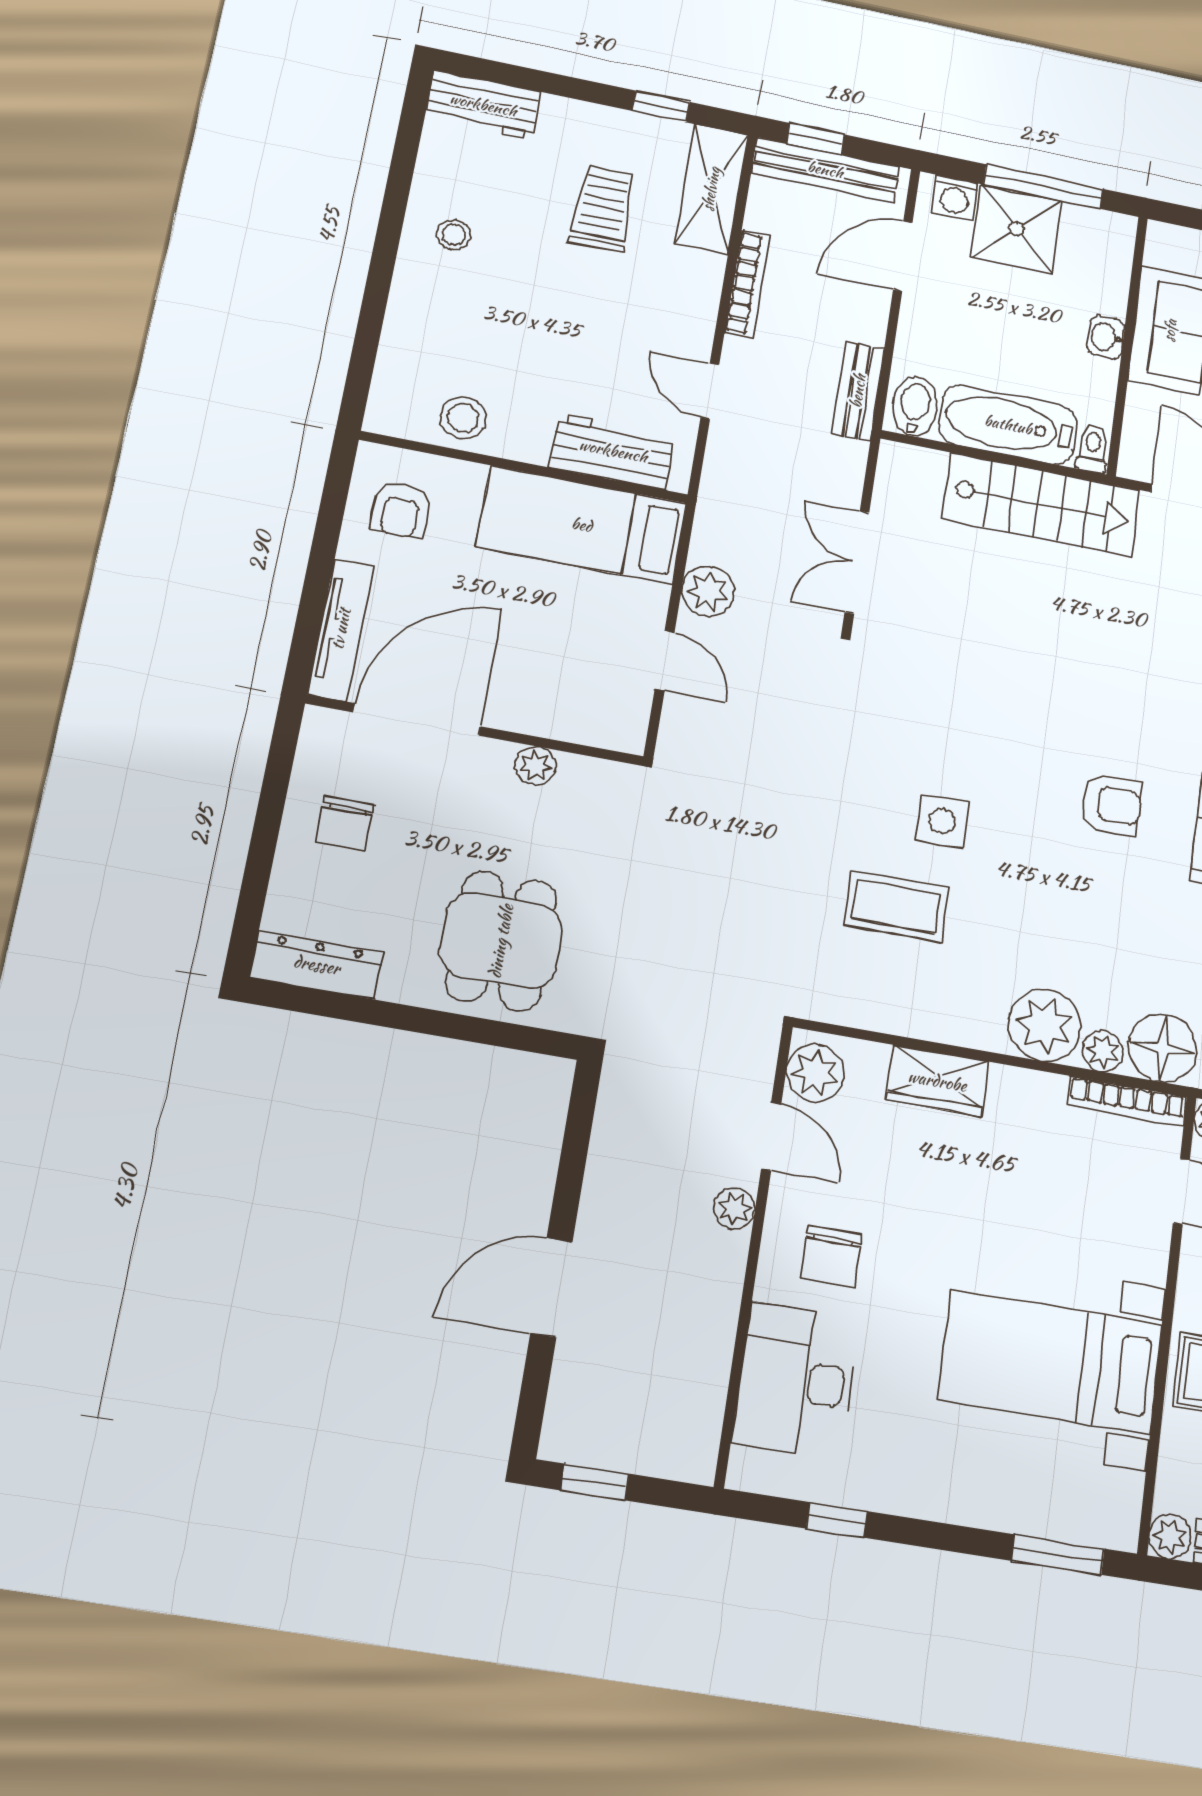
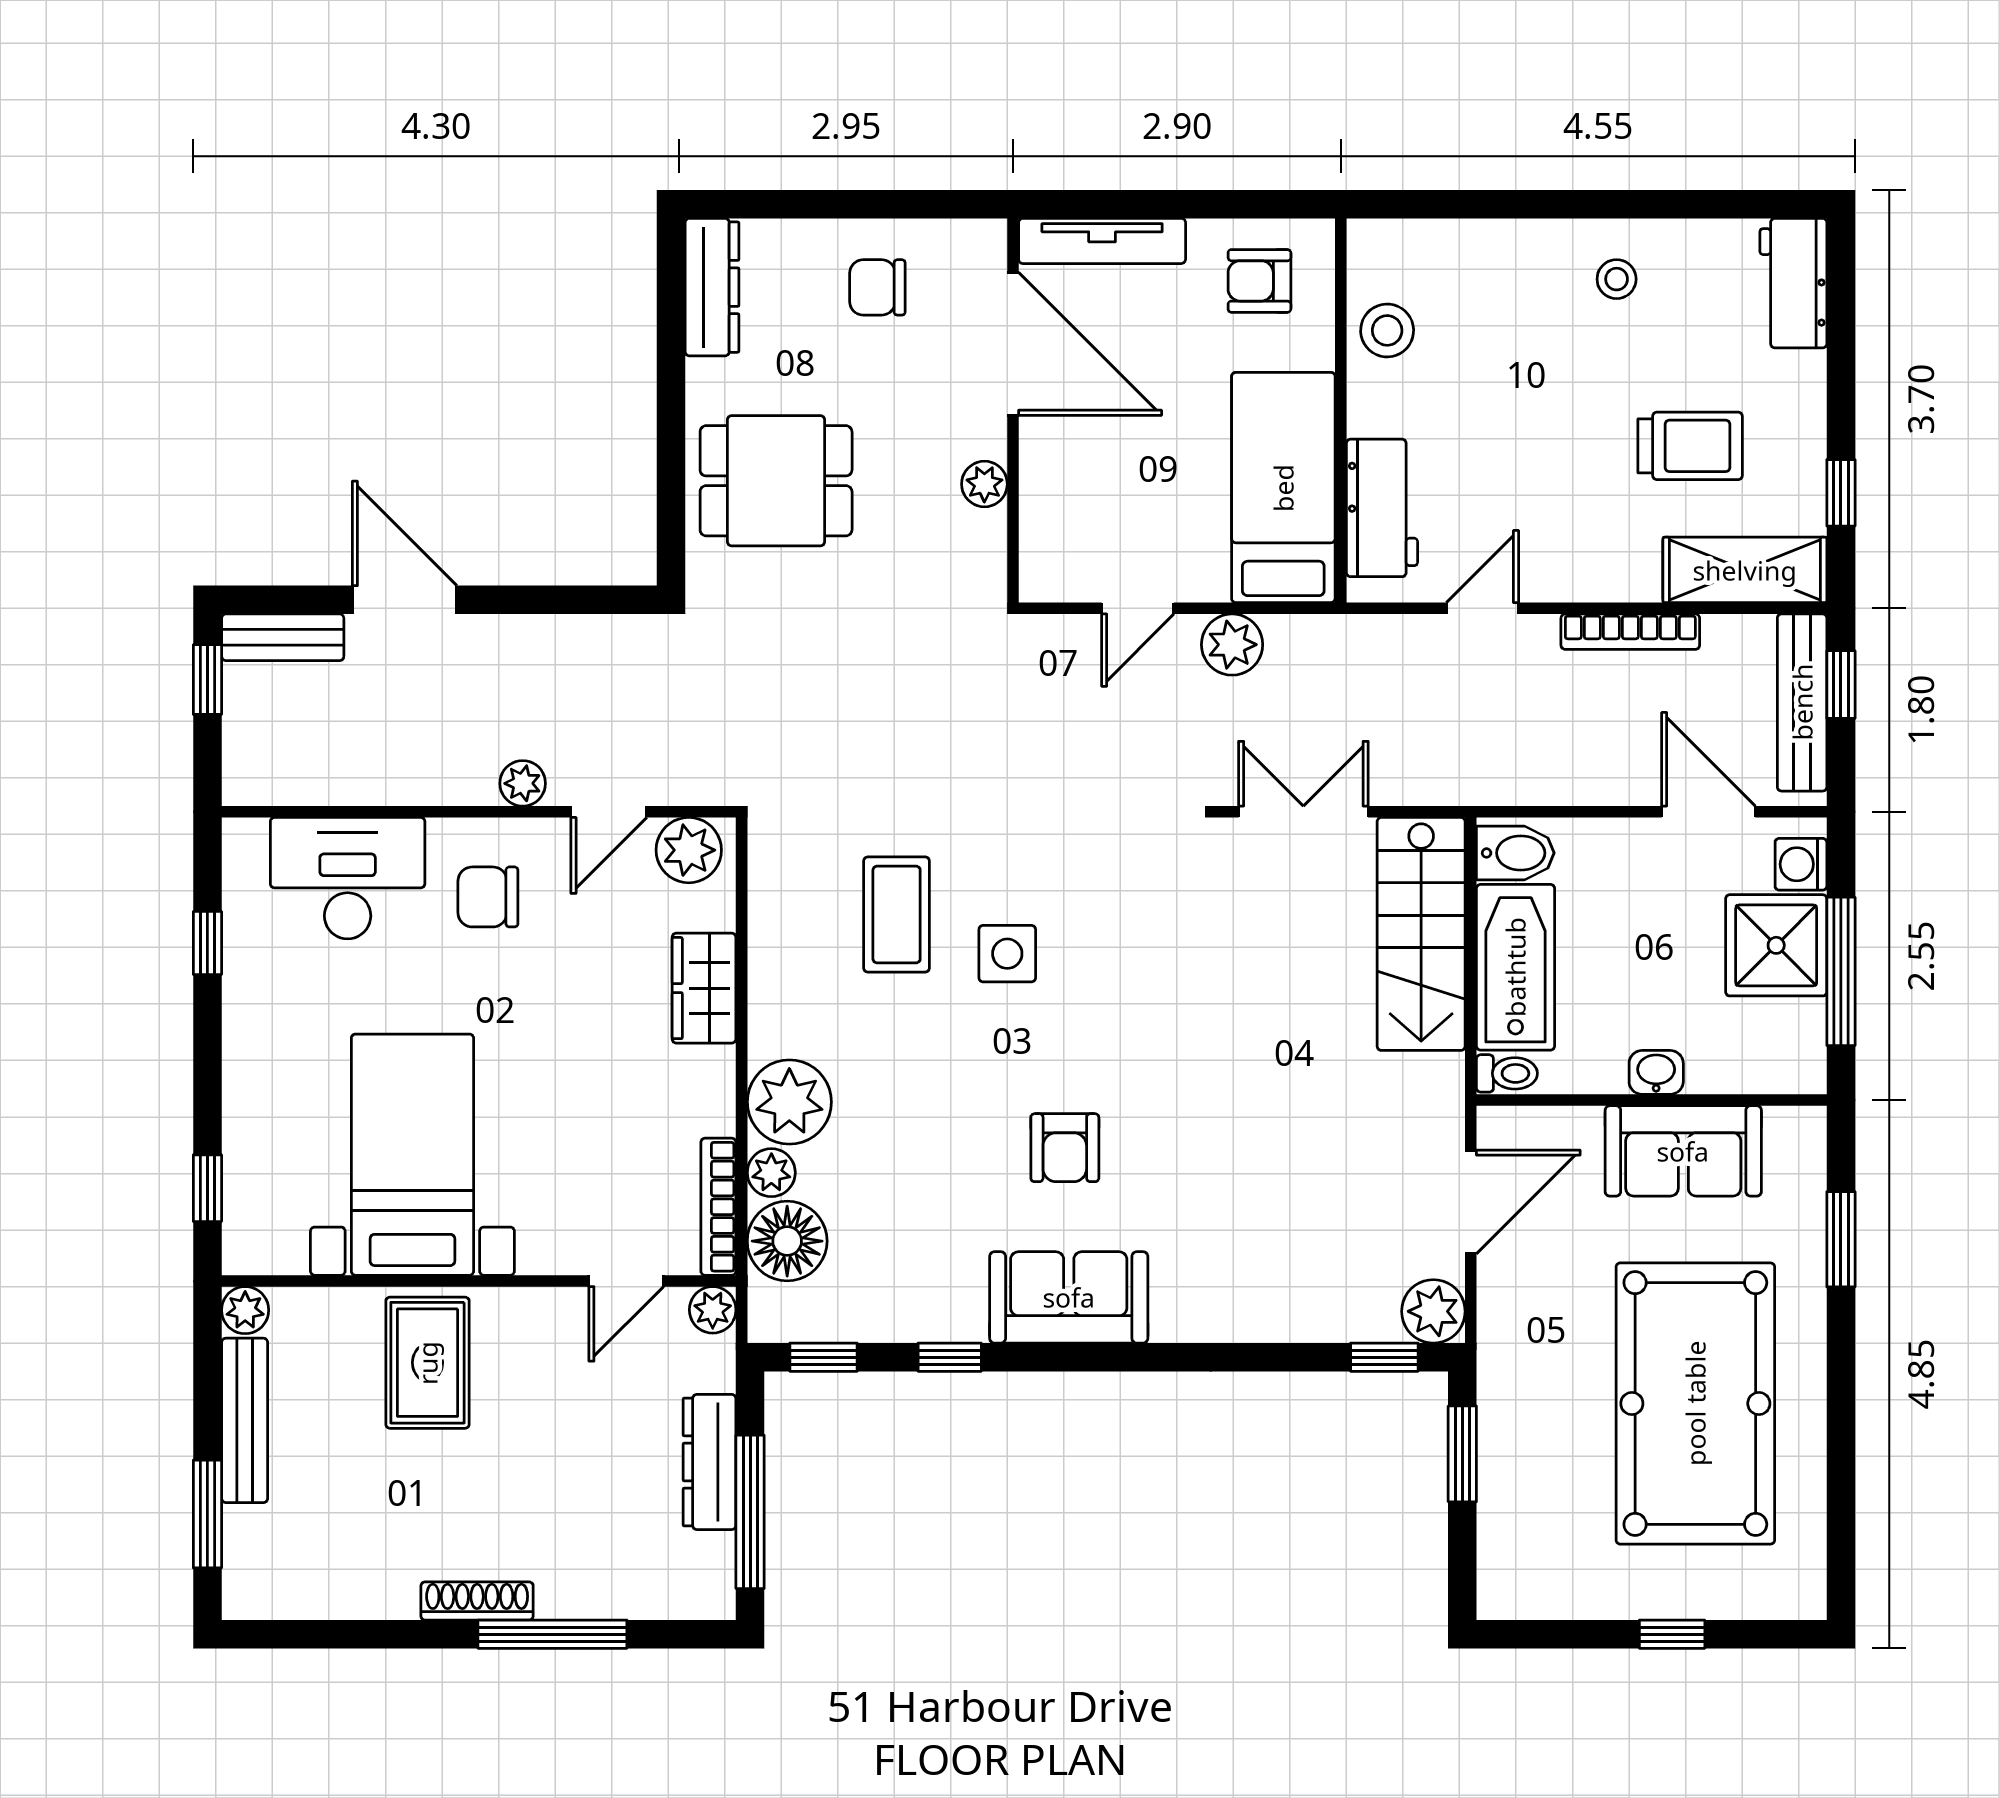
bench: (858, 391) -> (283, 637), moved
stairs: (1041, 505) -> (1421, 934), moved
window: (1058, 1555) -> (207, 1188), width x0.67

